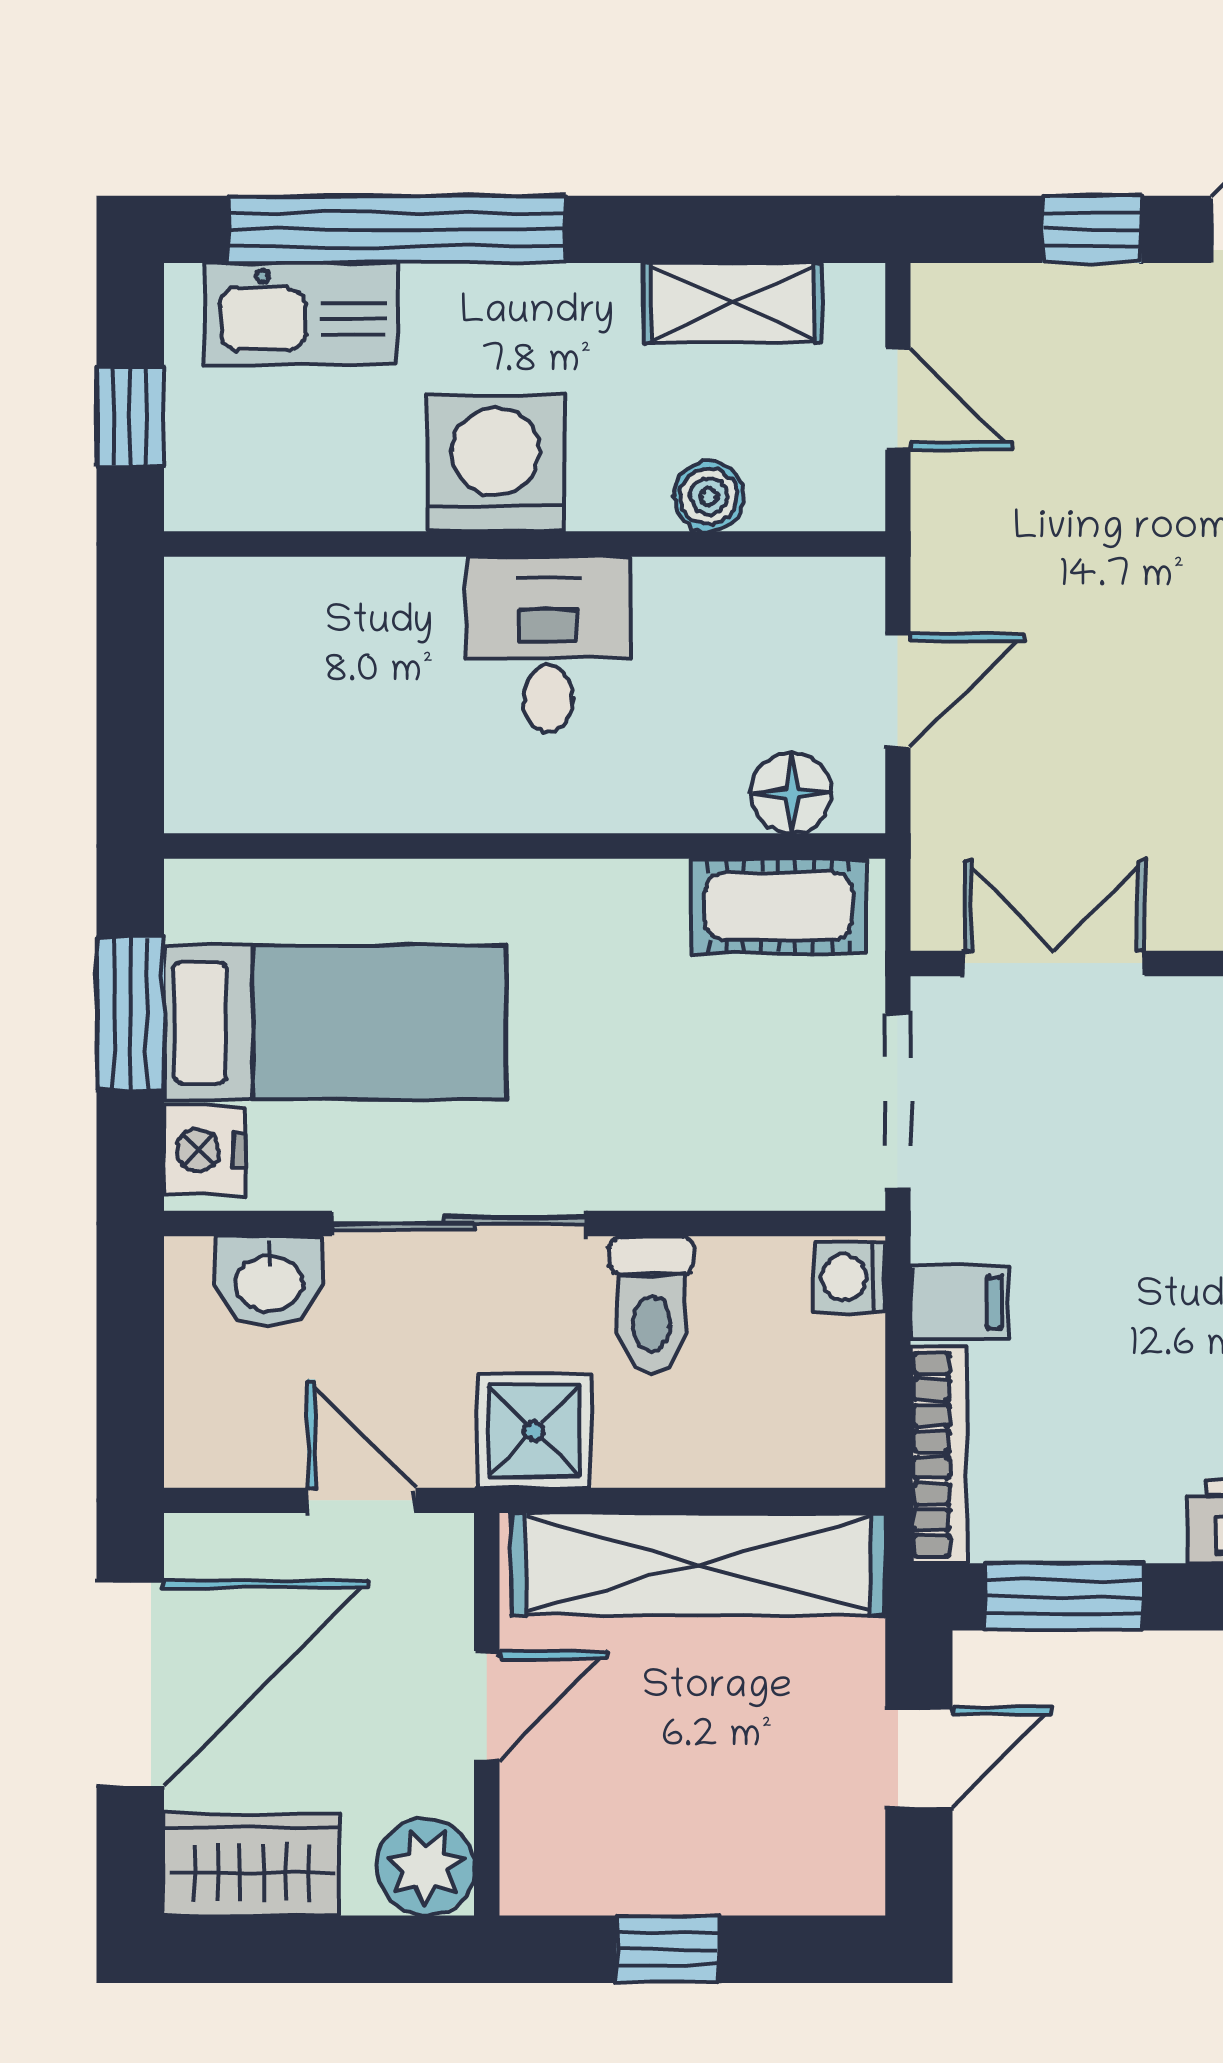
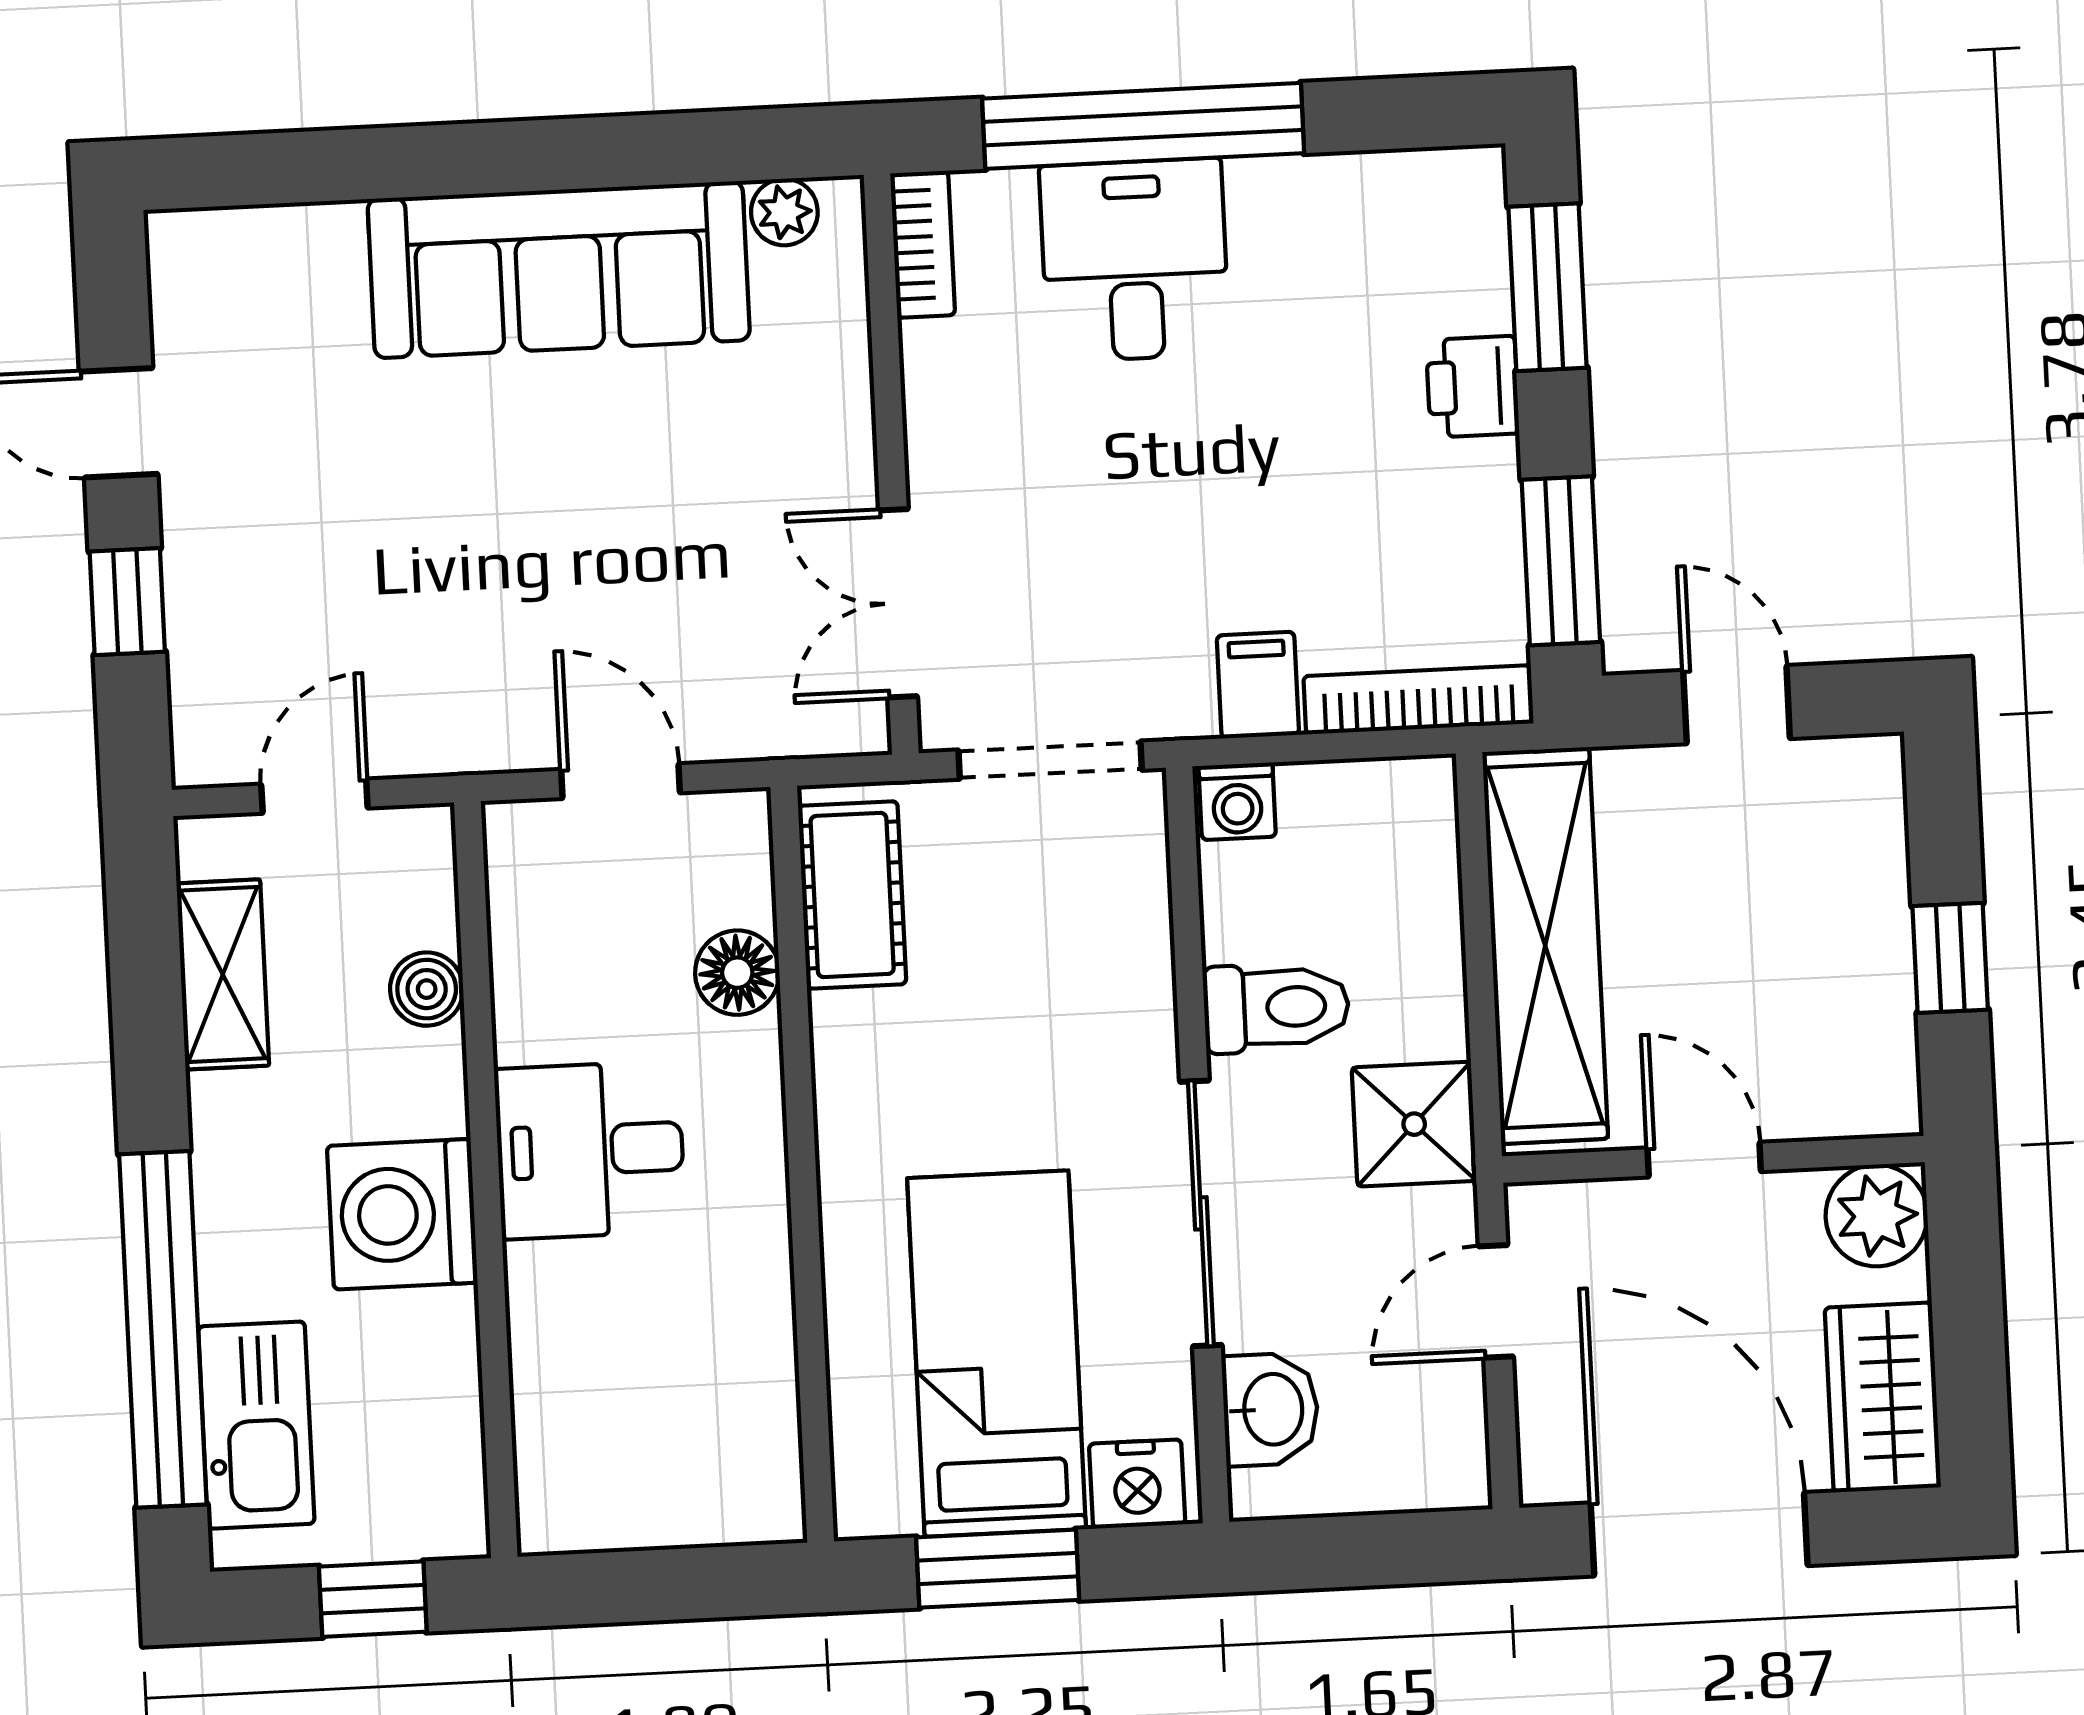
floor lamp: (791, 793) -> (737, 973), moved

